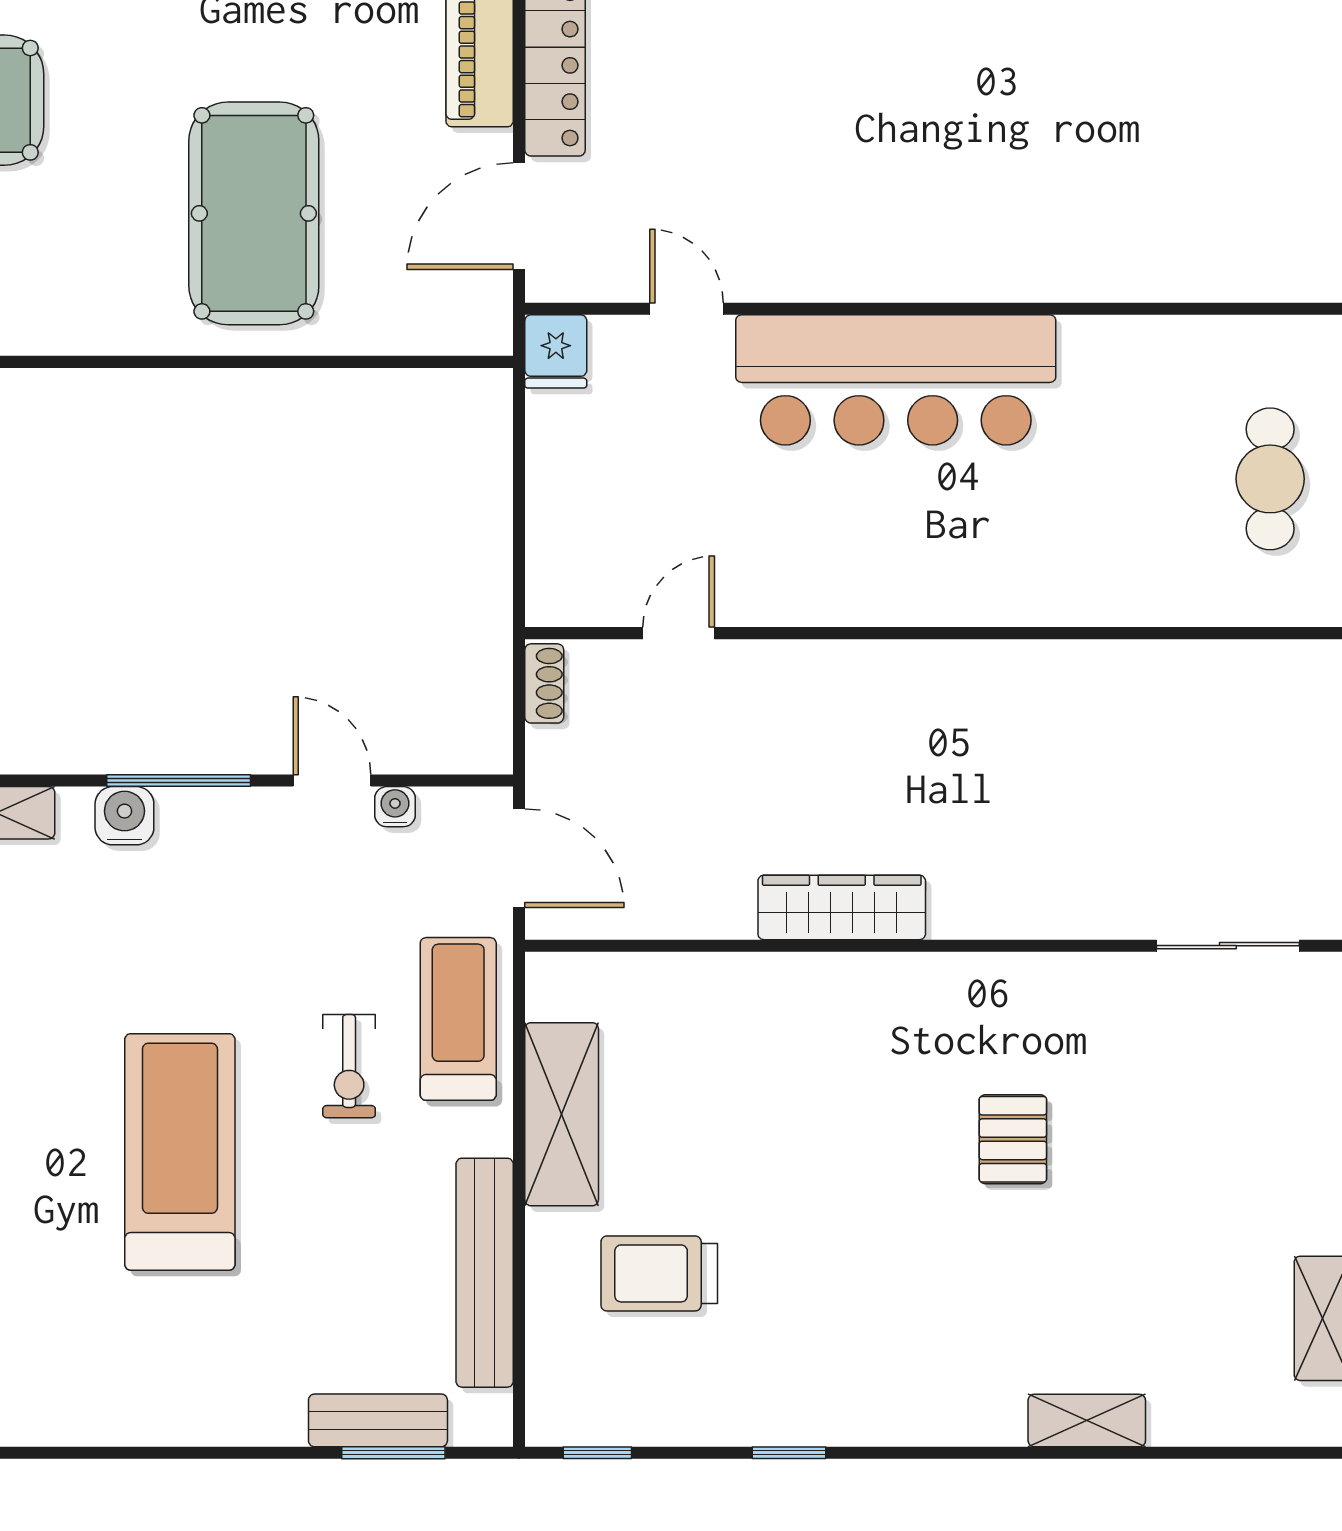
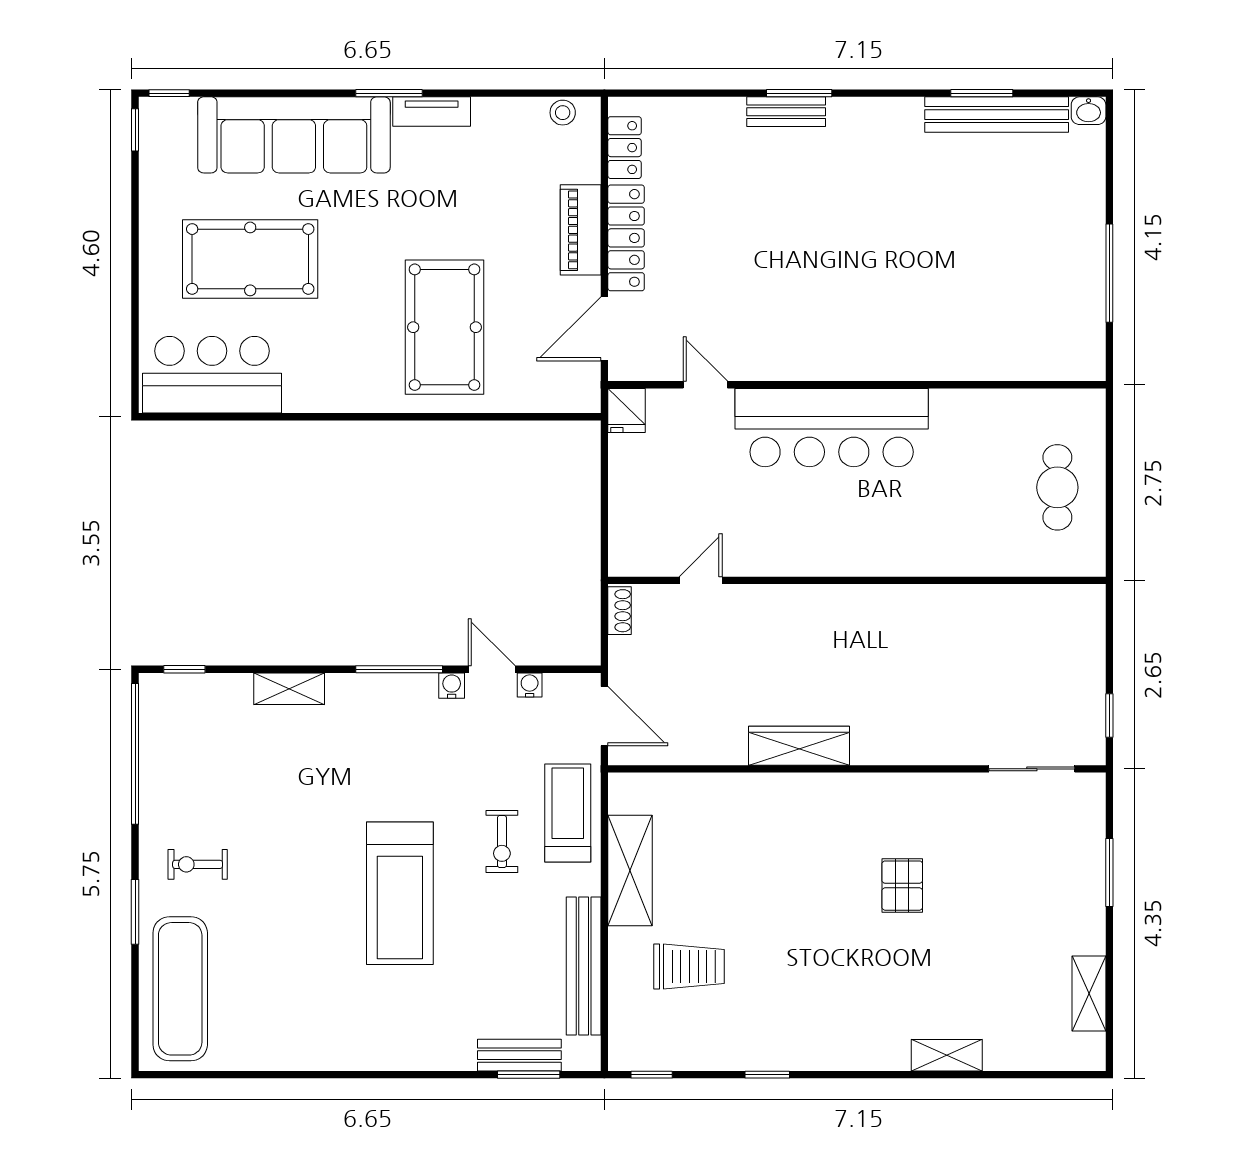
water cooler: (124, 816) -> (452, 686), moved, width x0.72, depth x0.72
treadmill: (180, 1152) -> (400, 893), turned 180
trolley: (659, 1273) -> (689, 966), turned 180

